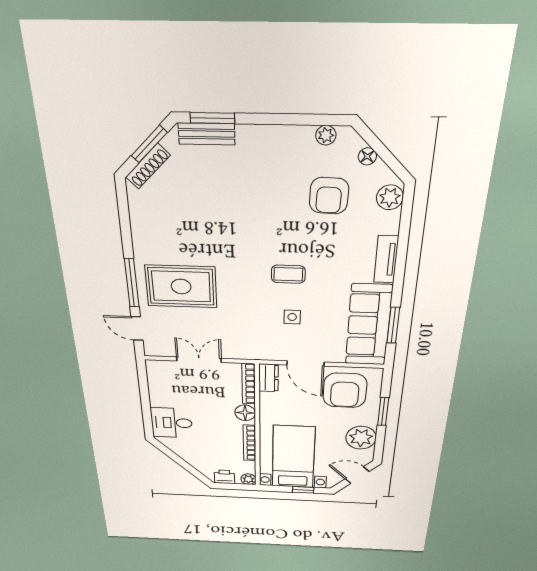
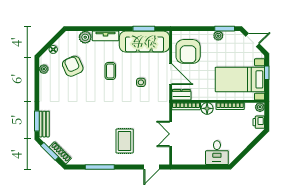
armchair: (329, 196) -> (73, 66), turned -116
plant: (390, 197) -> (85, 37), moved
coffee table: (288, 274) -> (110, 71), moved
window: (132, 283) -> (100, 167), moved
rug: (181, 286) -> (125, 141), width x0.73, depth x0.70
door: (305, 364) -> (171, 74), hinge flipped
armchair: (345, 390) -> (188, 51), turned 90
window: (383, 412) -> (225, 29), moved
plant: (361, 438) -> (218, 36), width x0.53, depth x0.53
door: (357, 475) -> (252, 40), swing flipped

